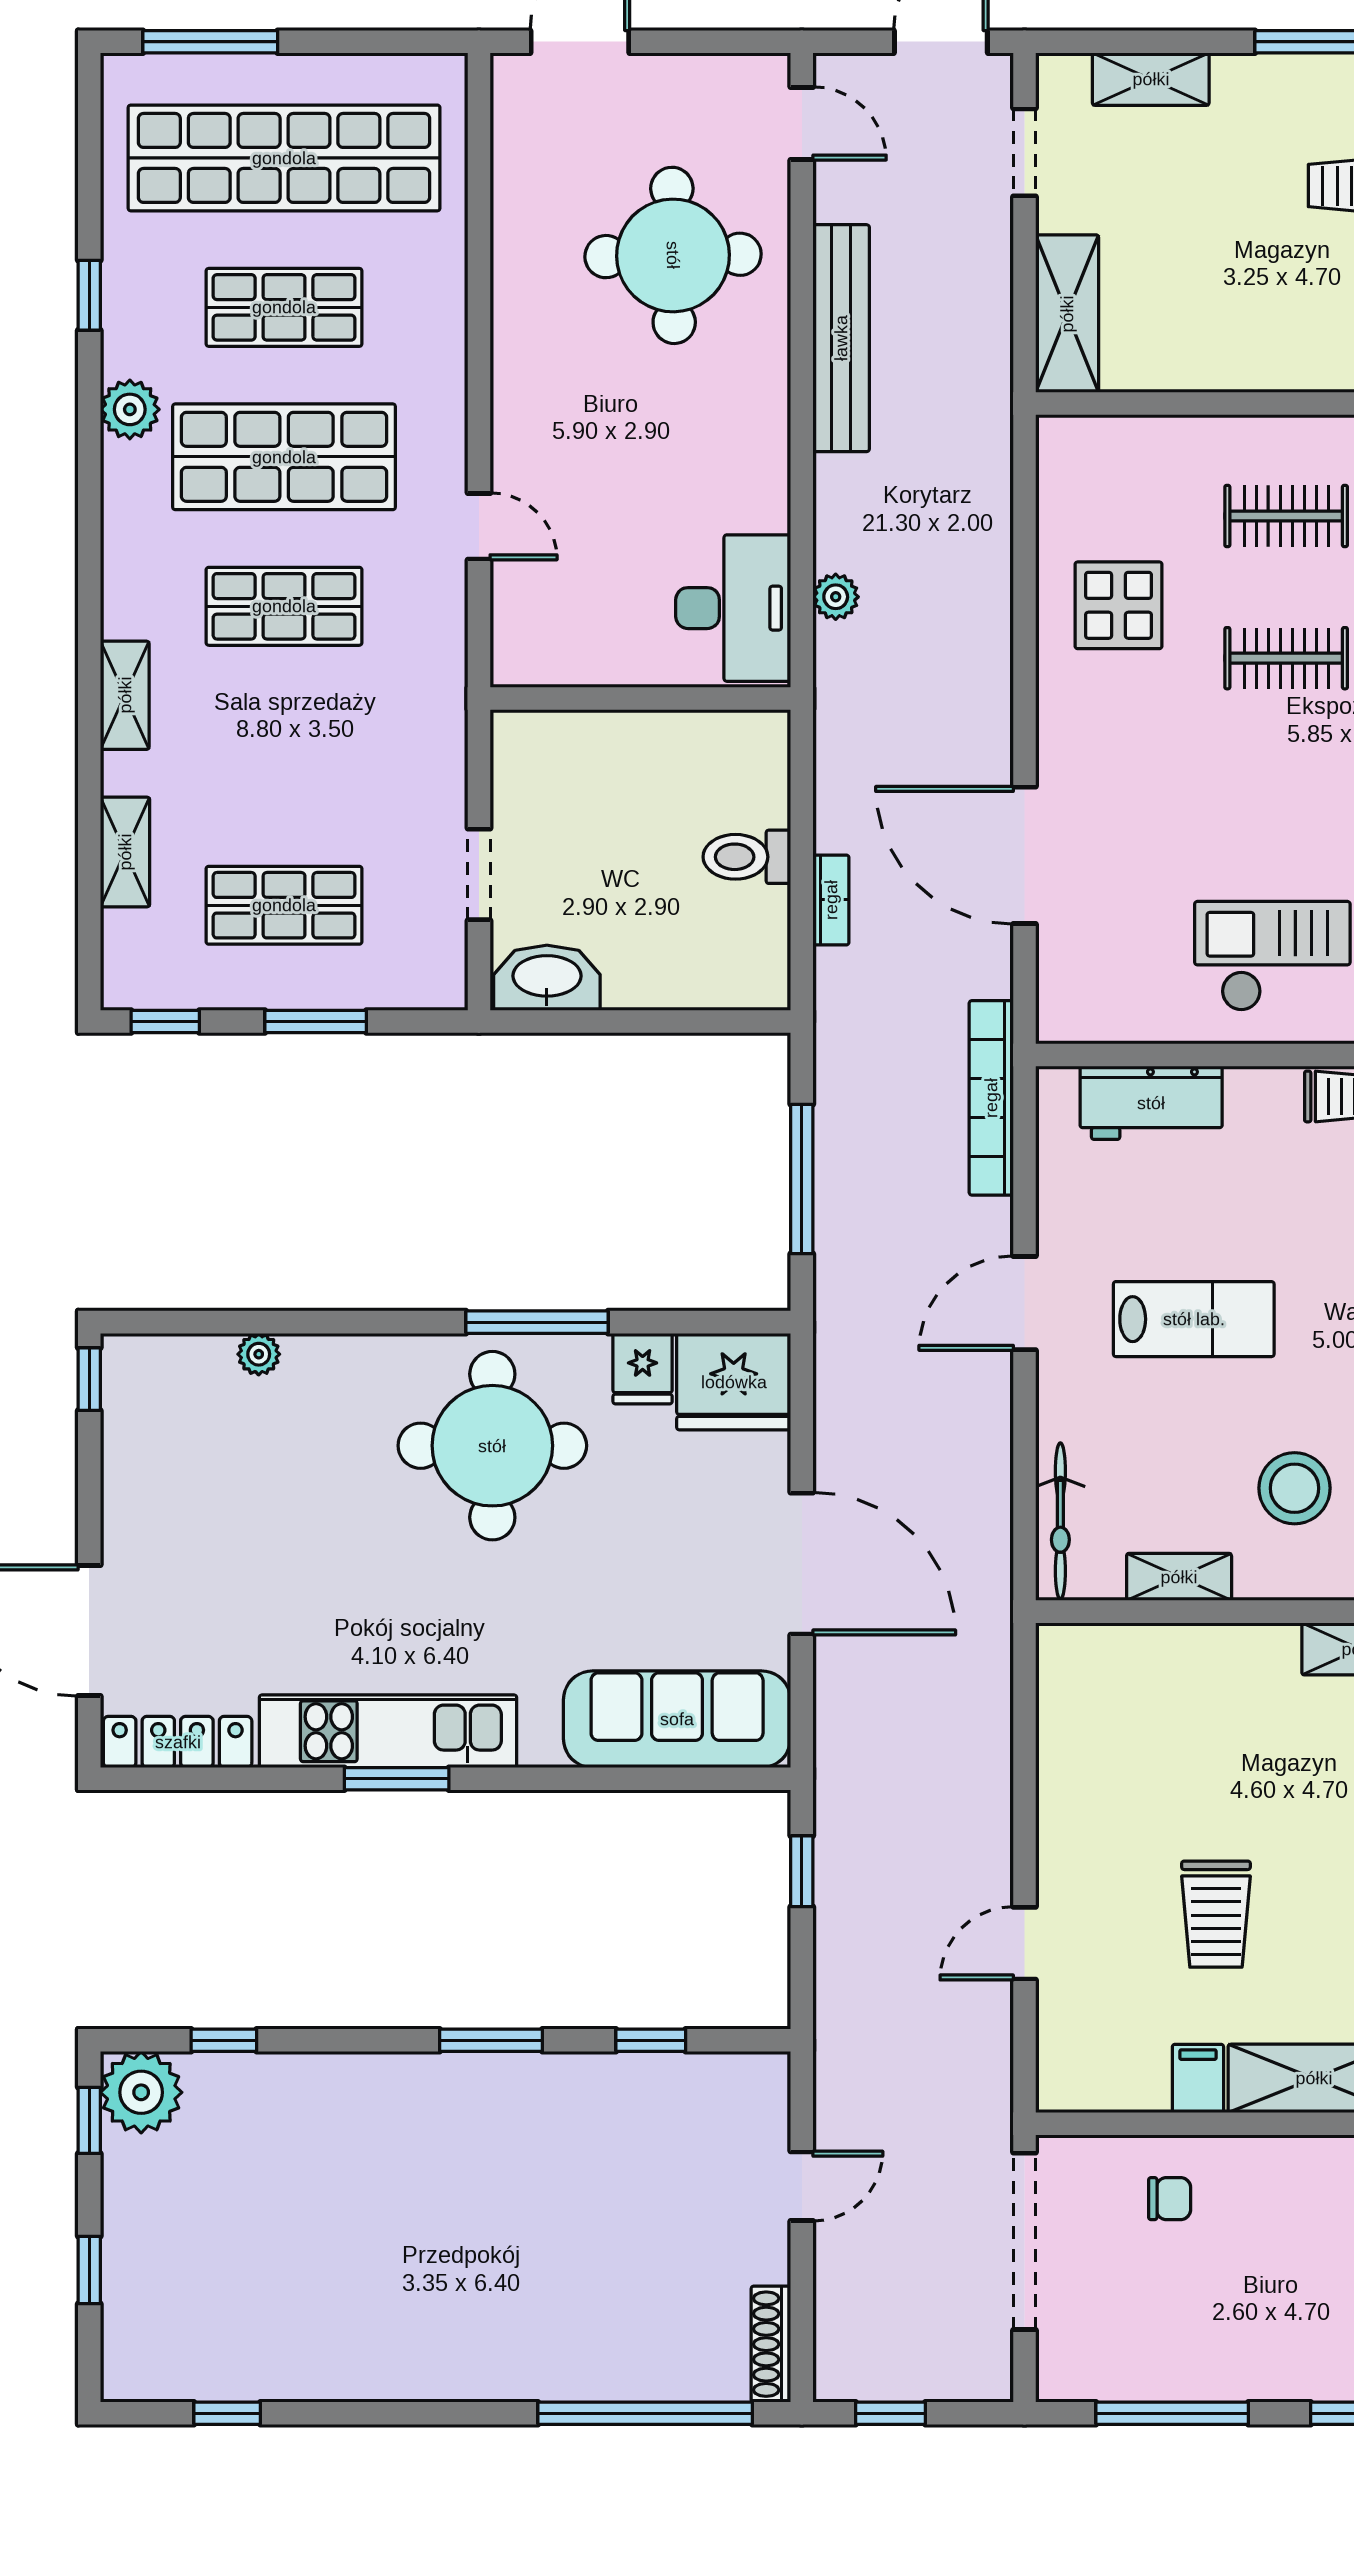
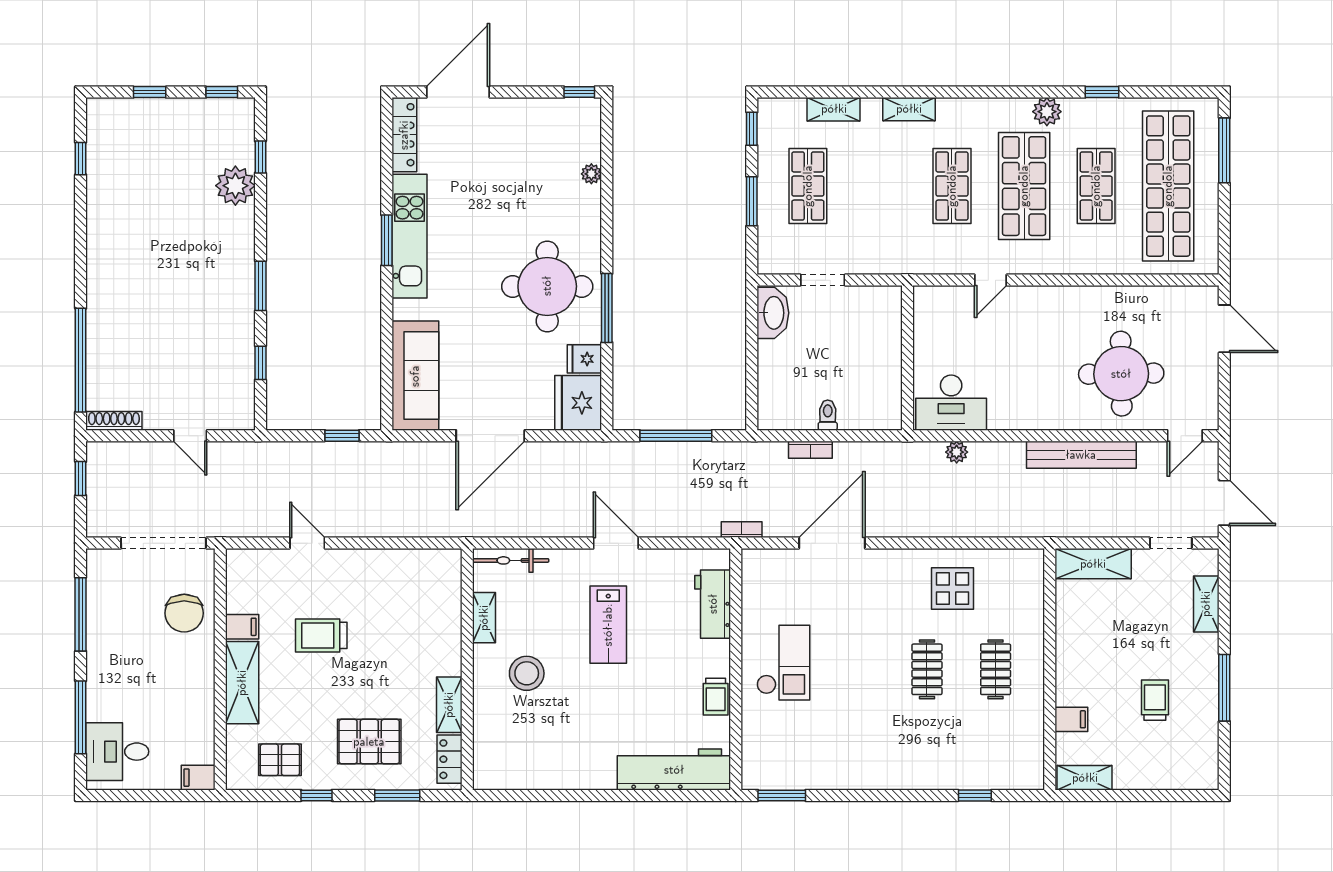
toilet: (747, 857) -> (828, 415), width x0.73, depth x0.72
bookcase: (991, 1098) -> (742, 530), width x0.43, depth x0.76
plant: (141, 2092) -> (235, 186), moved
chair: (1170, 2199) -> (184, 613), width x1.87, depth x1.87

